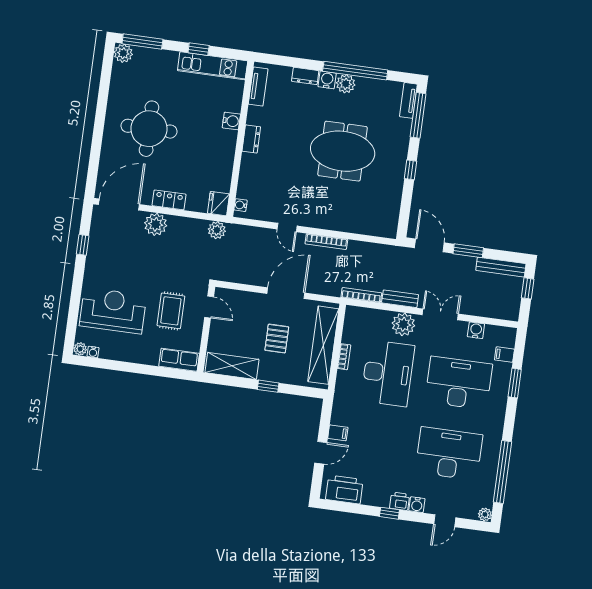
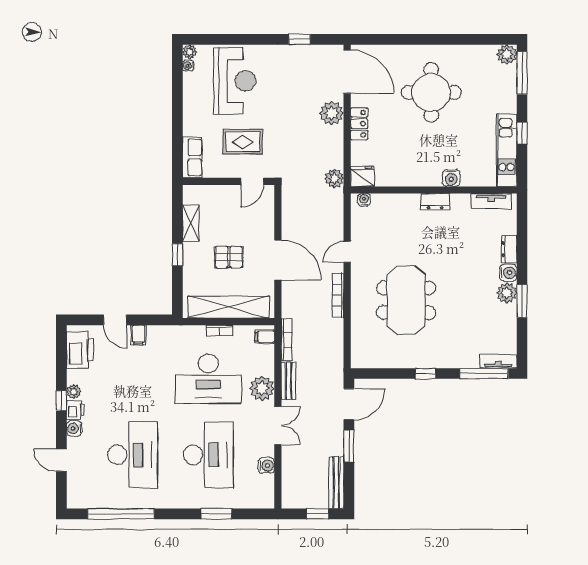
window: (355, 71) -> (522, 301), width x0.47
meeting table: (343, 151) -> (406, 300), moved
filing cabinet: (504, 355) -> (265, 337), moved, turned -90
shelving: (232, 366) -> (191, 223), width x0.67, depth x0.75
plant: (485, 514) -> (74, 392), moved

